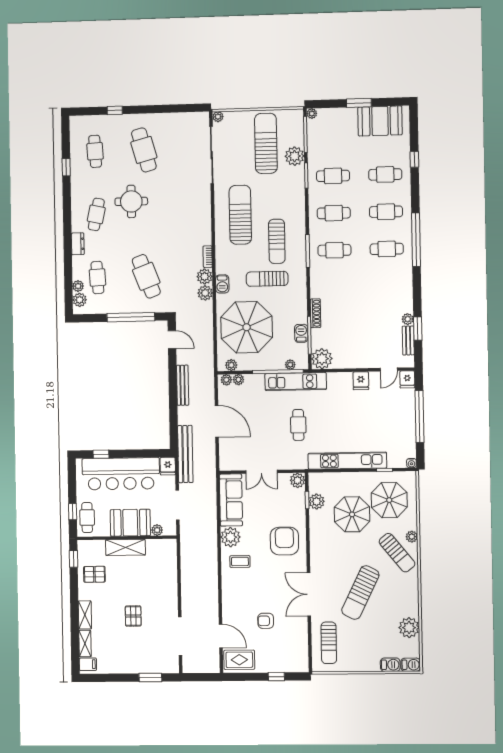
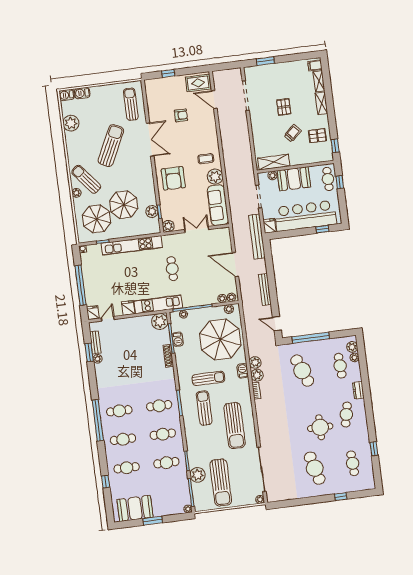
kitchen unit: (296, 382) -> (158, 304), moved
shelving: (125, 547) -> (274, 162), moved
trolley: (126, 581) -> (293, 133), added

